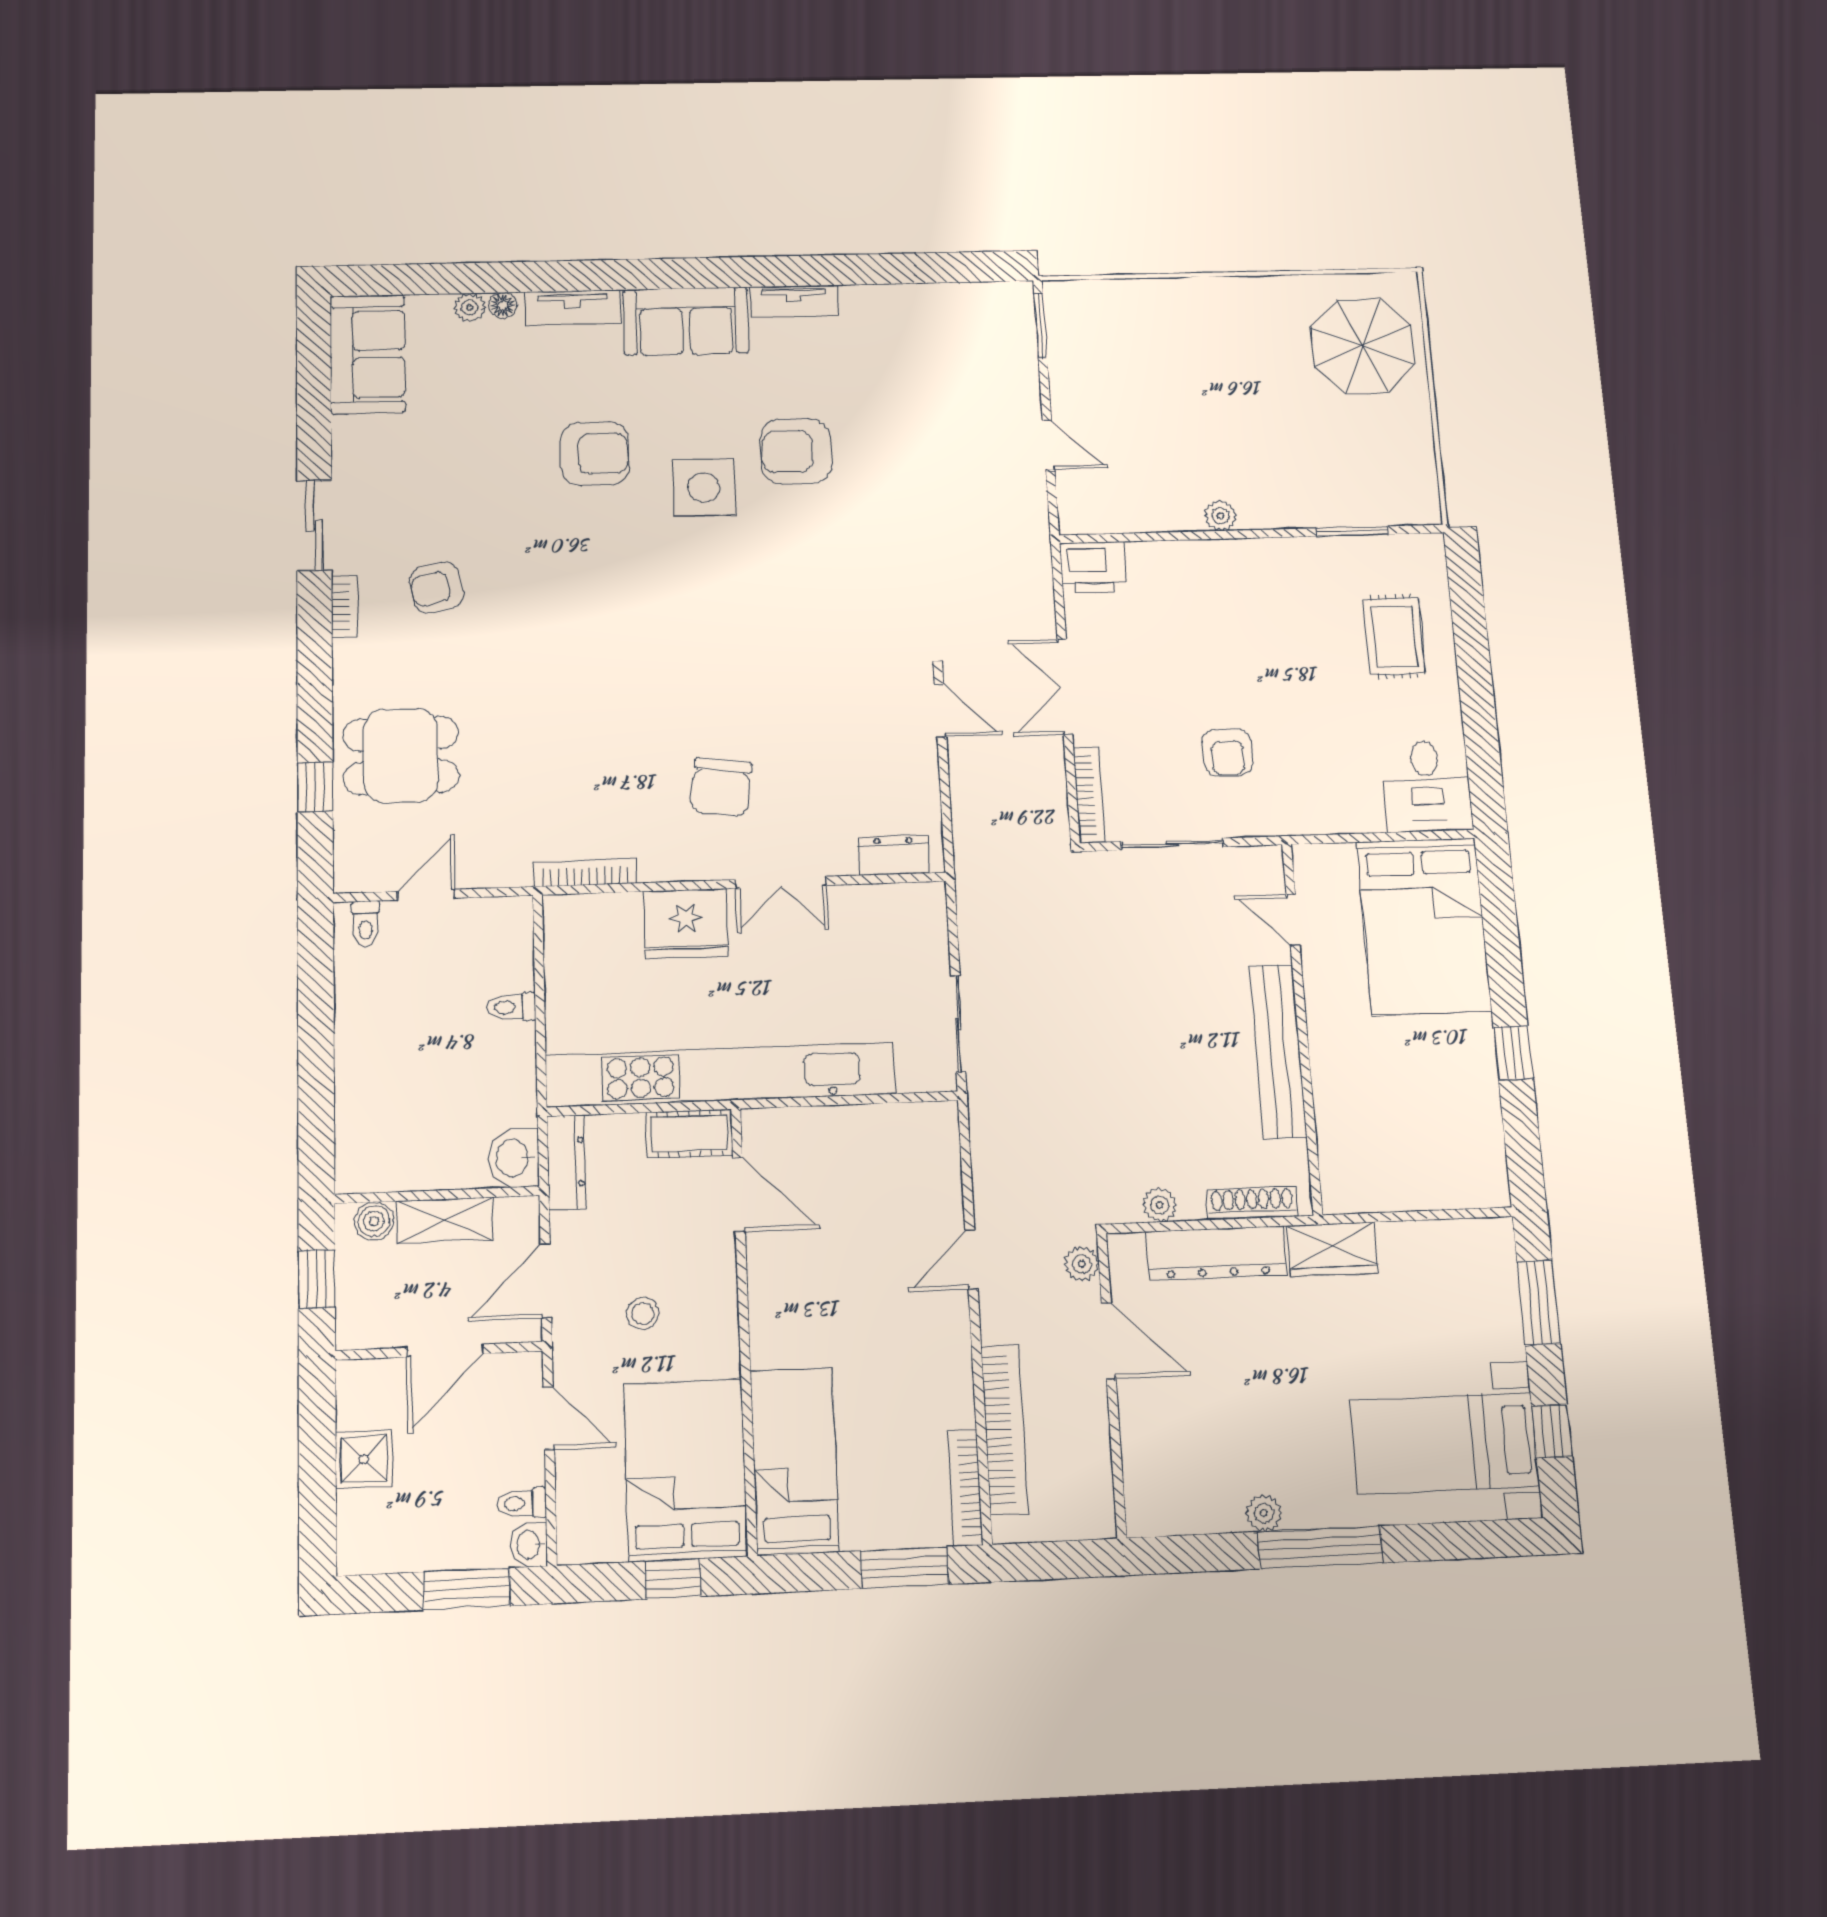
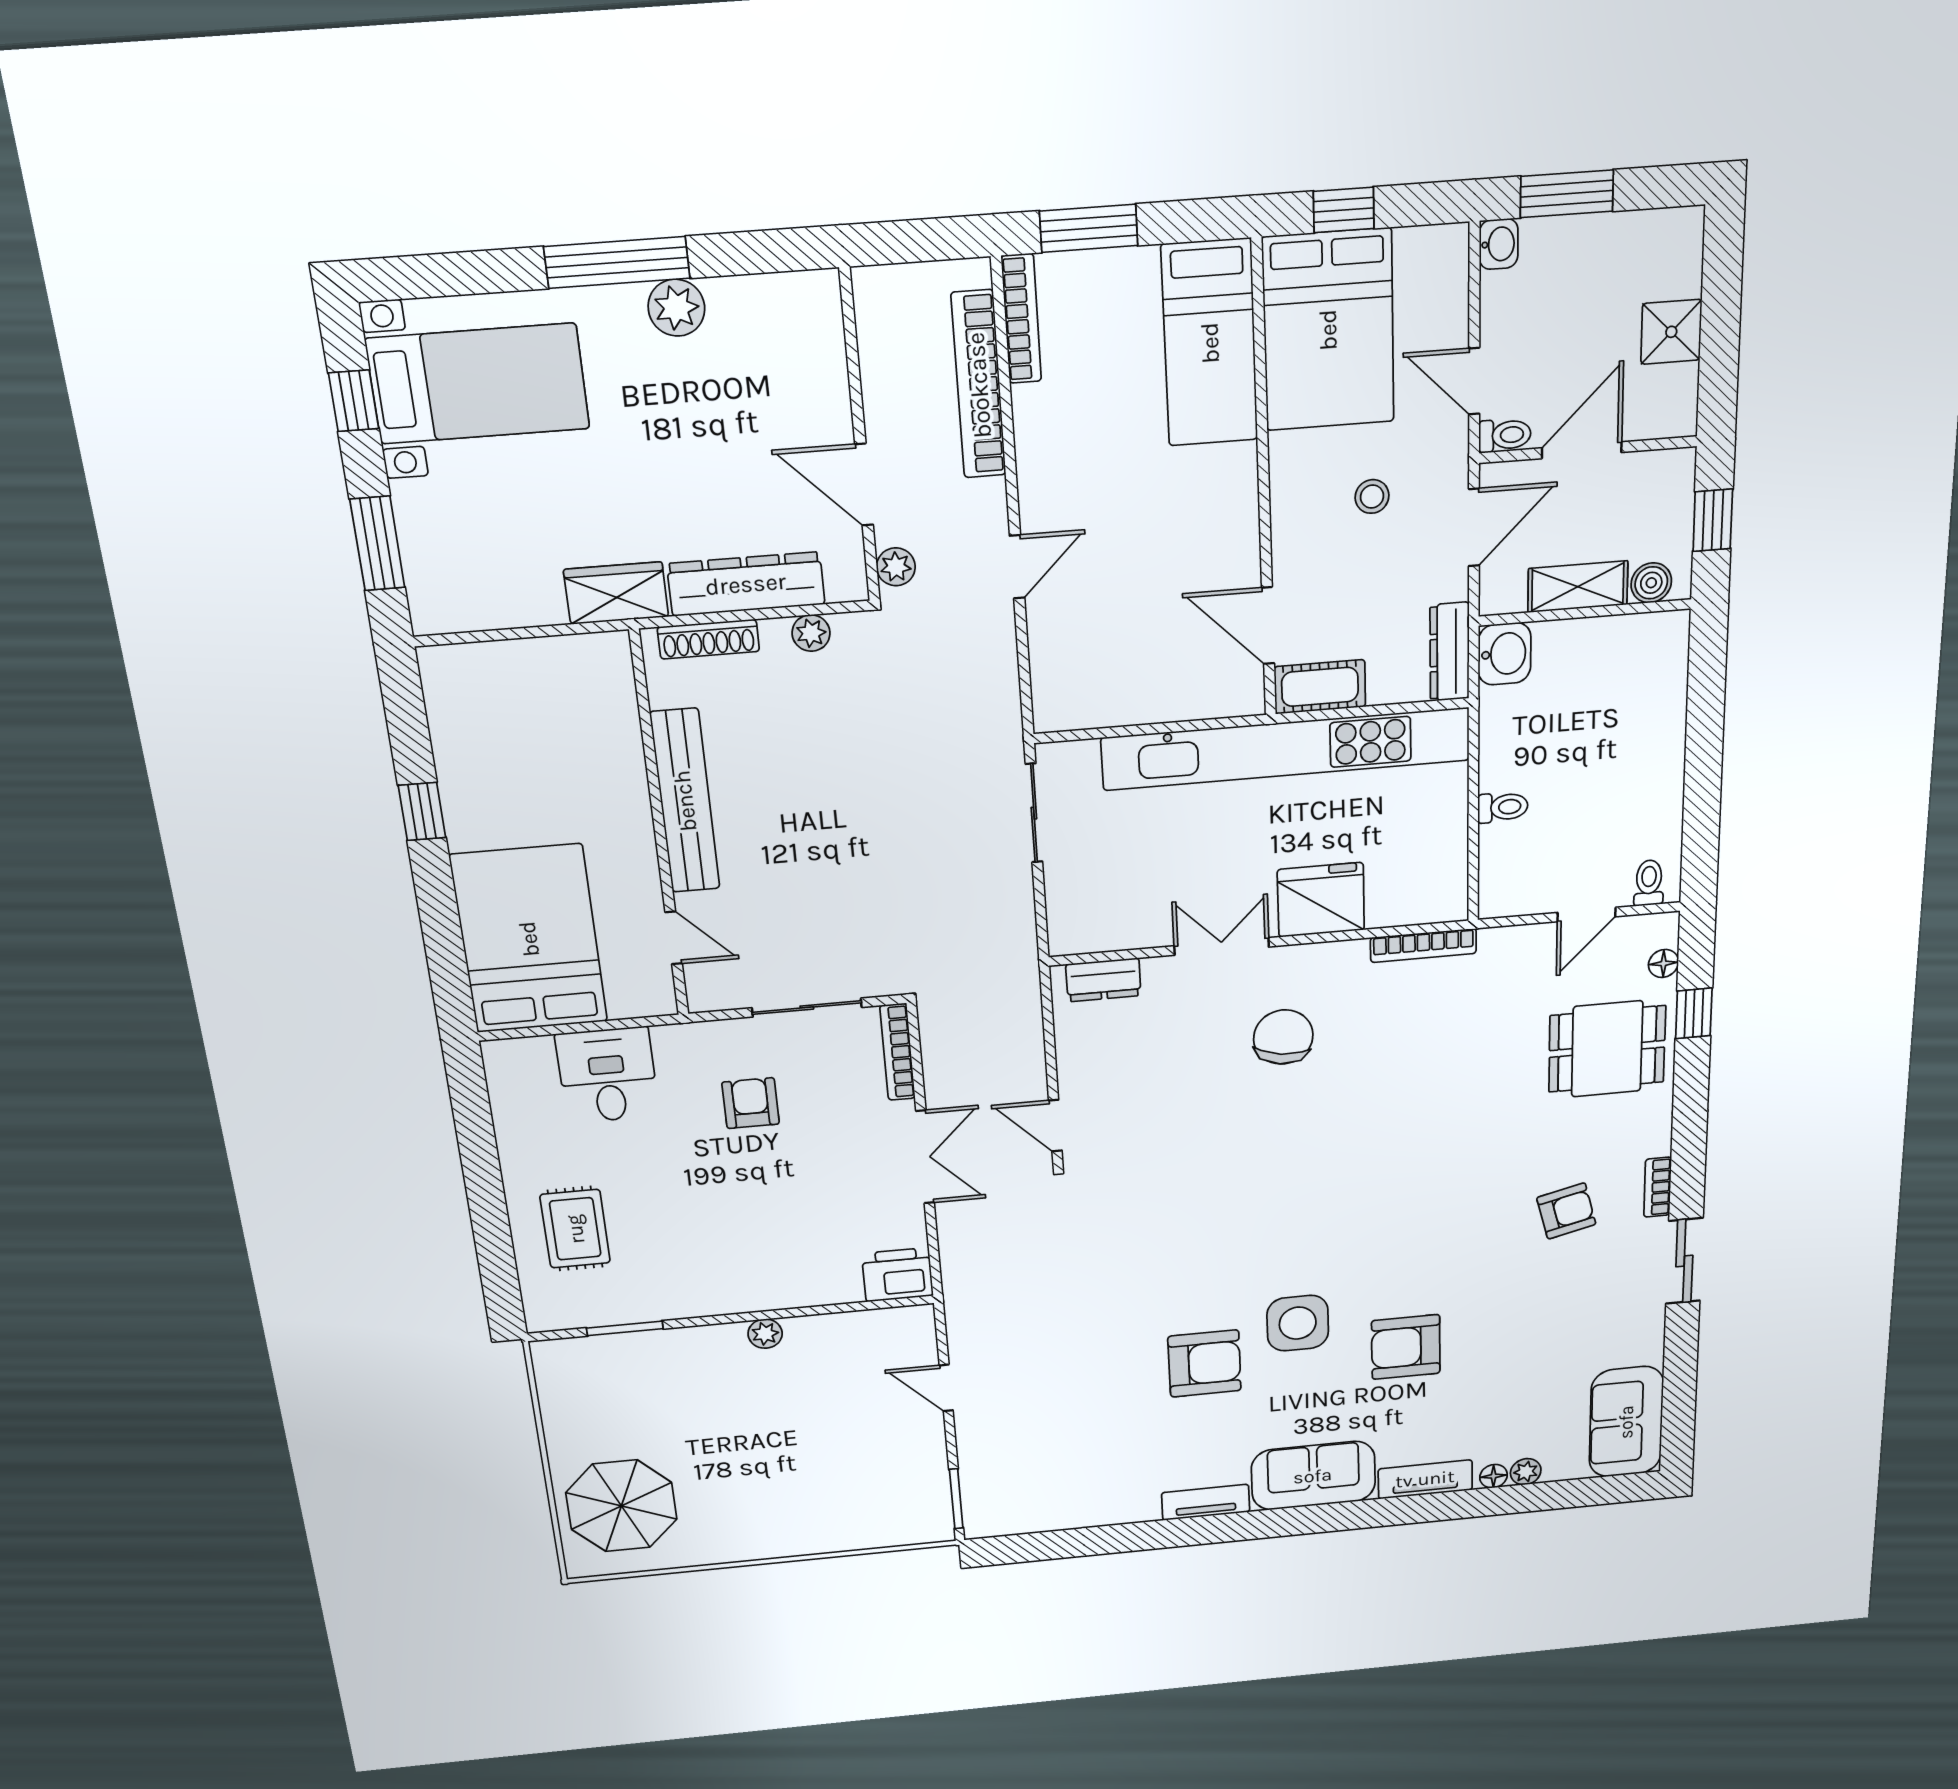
desk: (1427, 786) -> (607, 1075), moved
floor lamp: (348, 840) -> (1663, 963), added
toilet: (521, 1503) -> (1505, 435), moved
plant: (1264, 1513) -> (676, 308), width x1.38, depth x1.38

